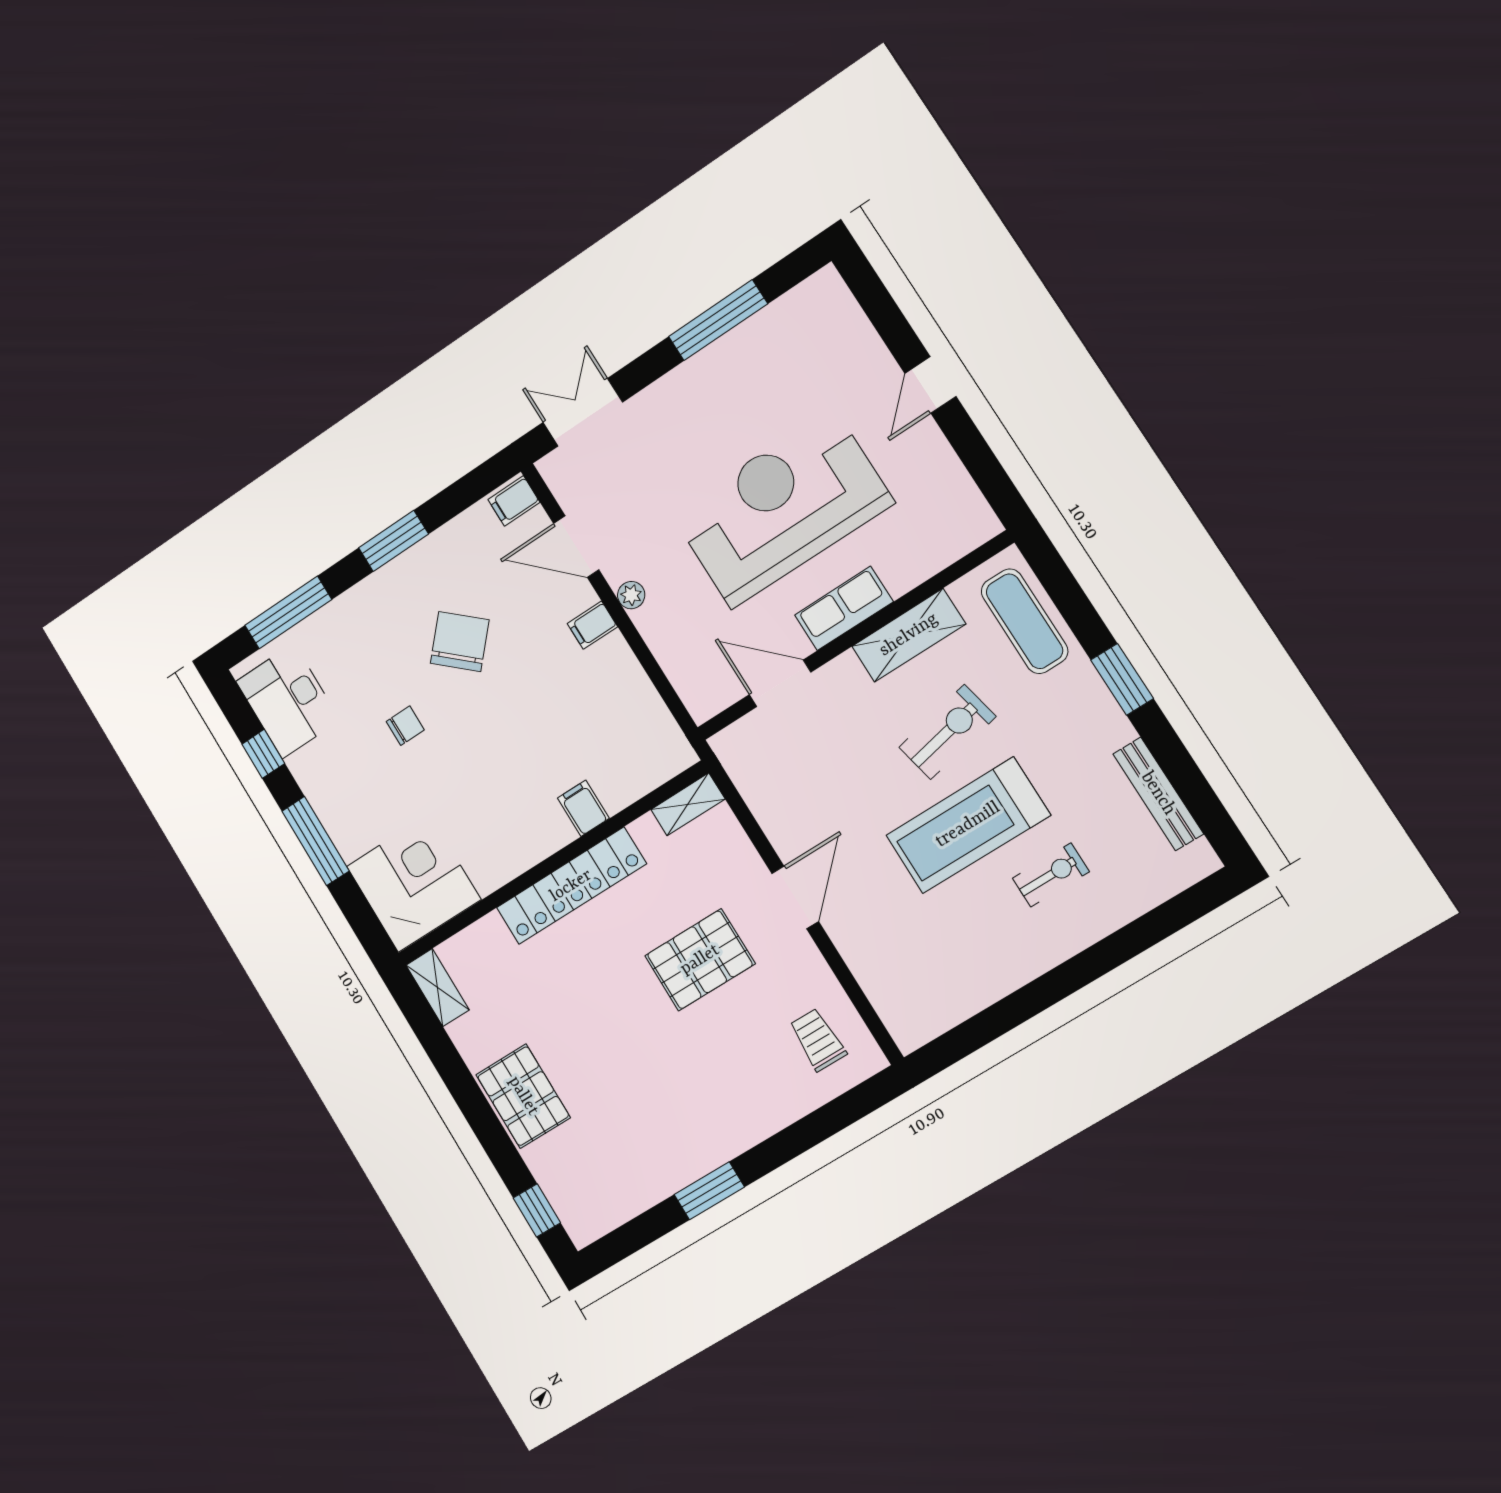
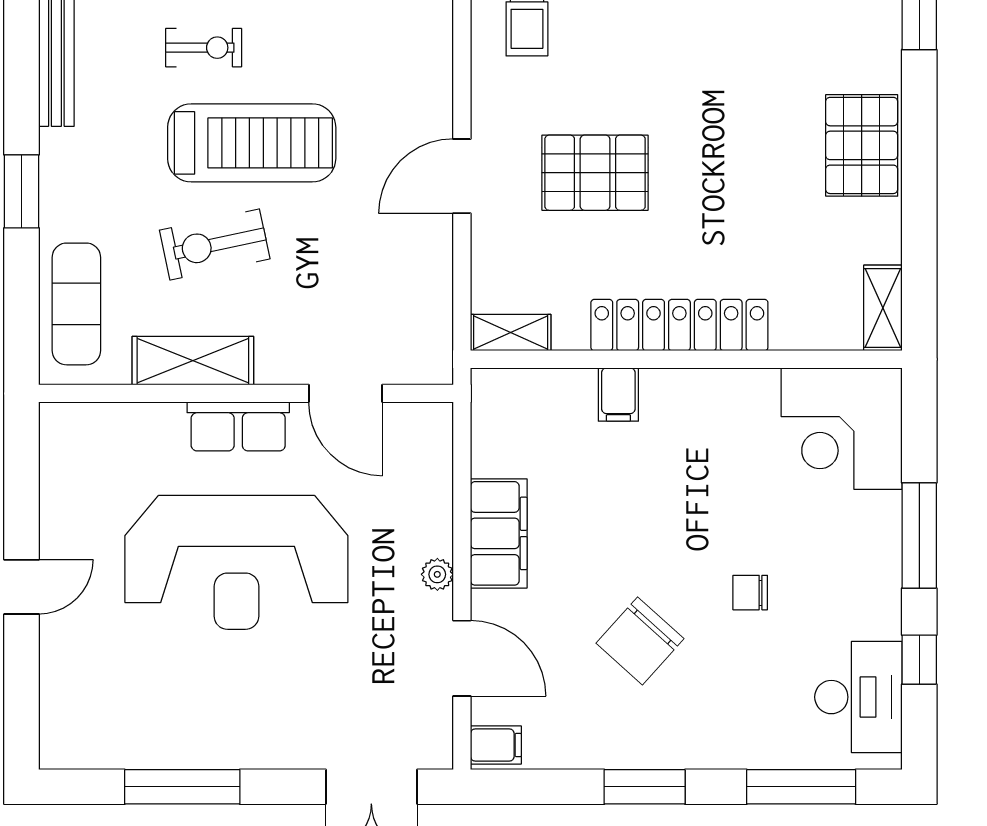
filing cabinet: (592, 625) -> (499, 533), width x3.00, depth x1.17
exercise bike: (1051, 875) -> (204, 48), turned 180

